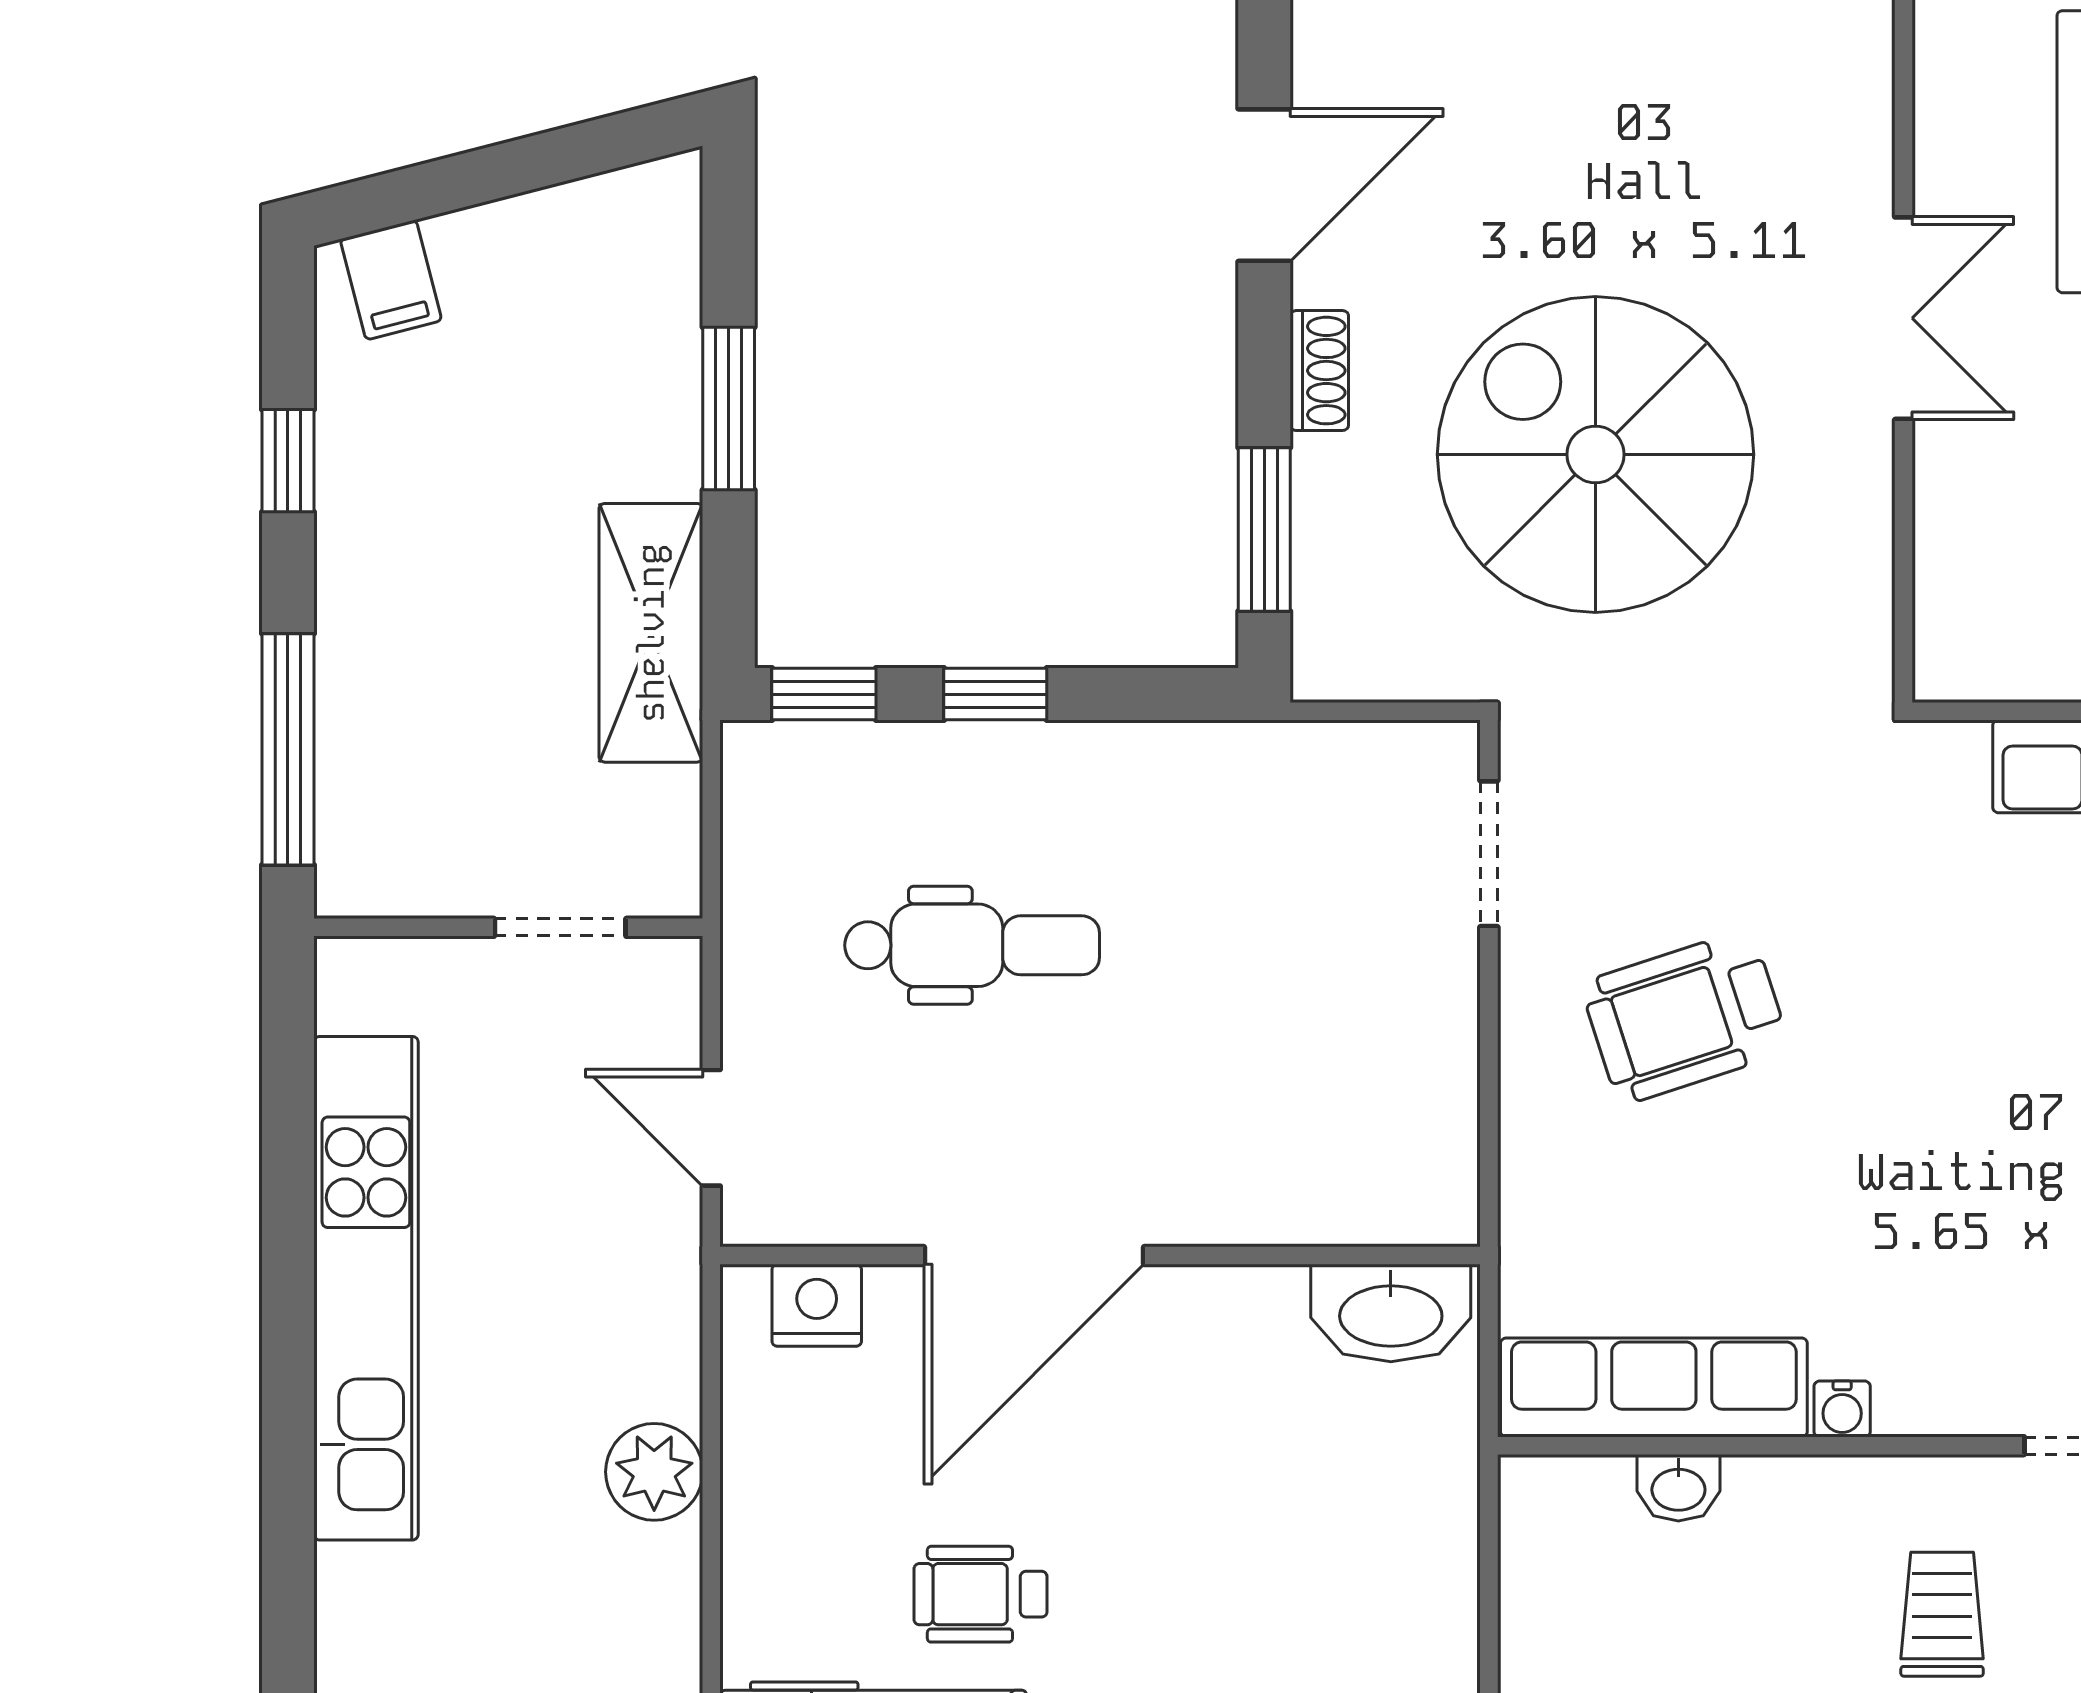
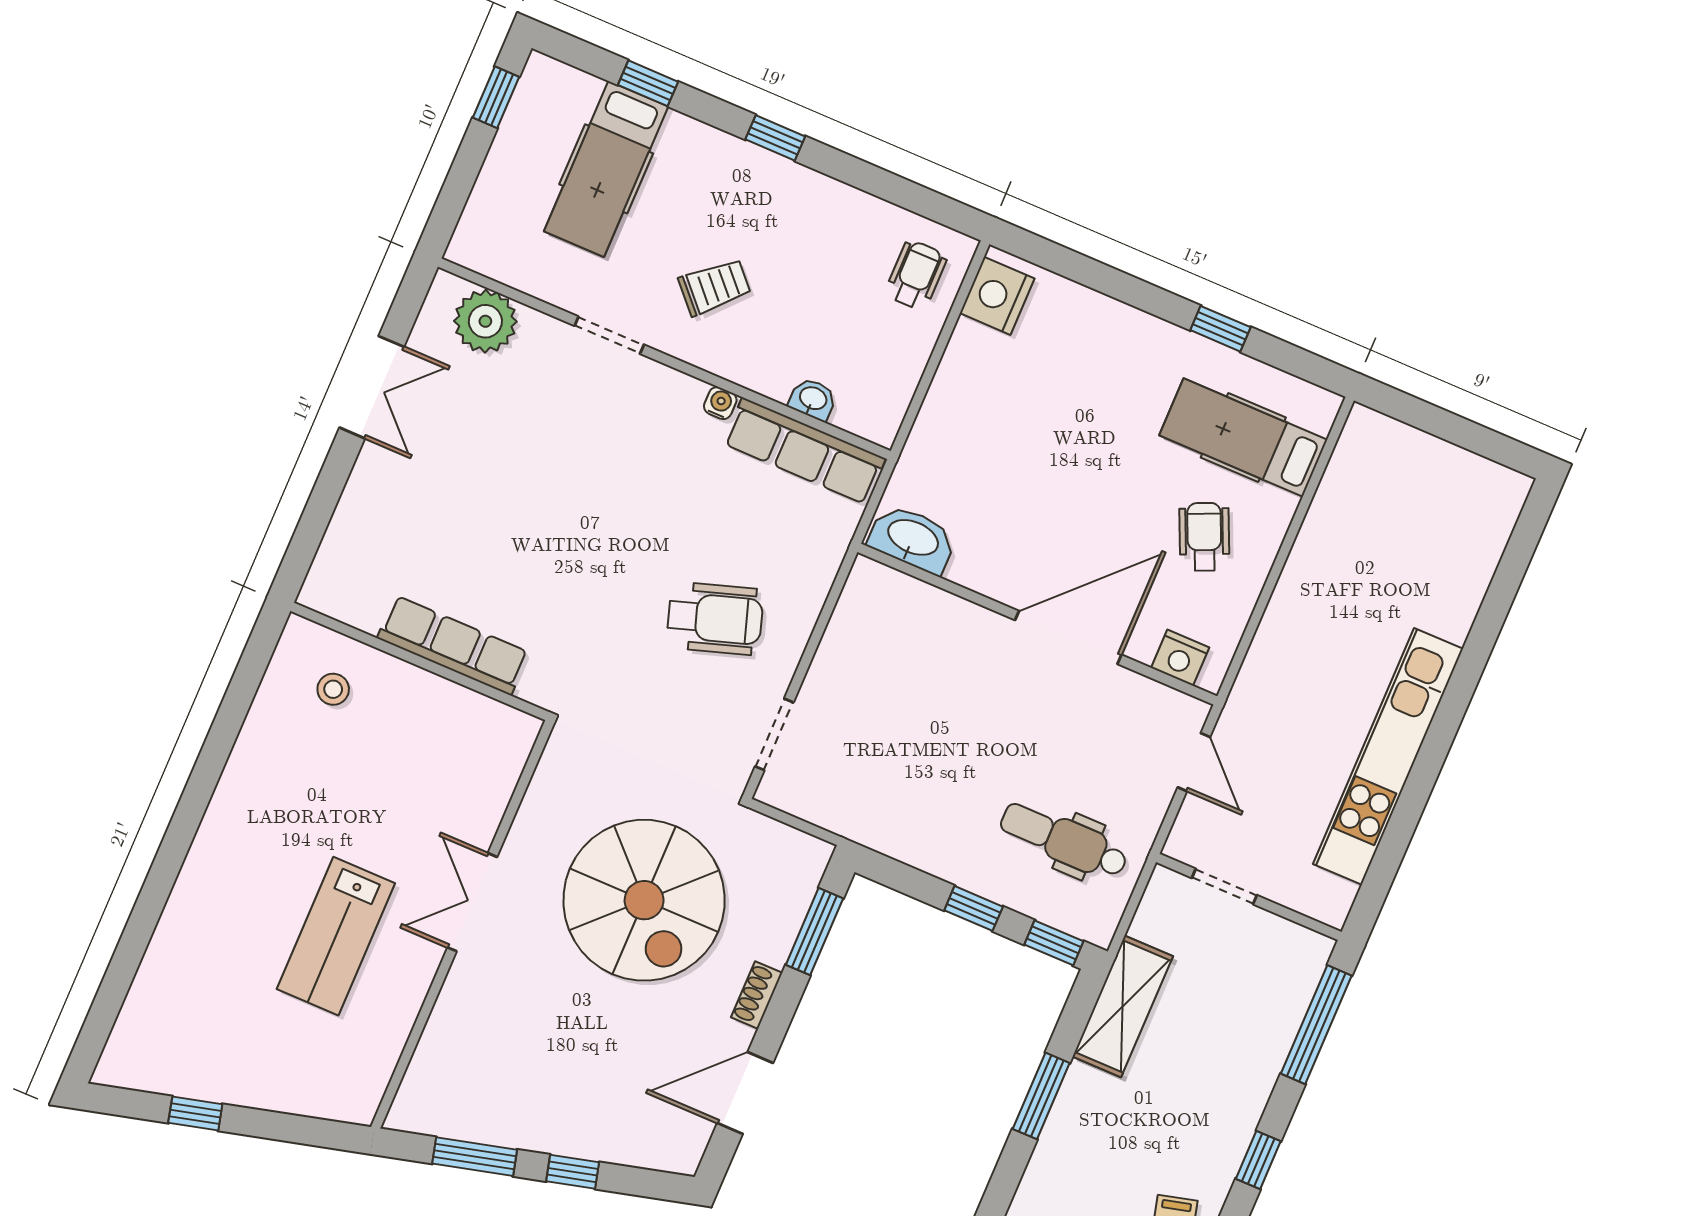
dental chair: (972, 945) -> (1064, 840), moved
plant: (654, 1472) -> (1290, 612), removed
wheelchair: (981, 1594) -> (1204, 537), moved, turned -114
trolley: (1942, 1614) -> (715, 287), turned -133

